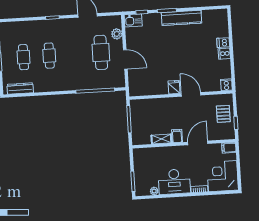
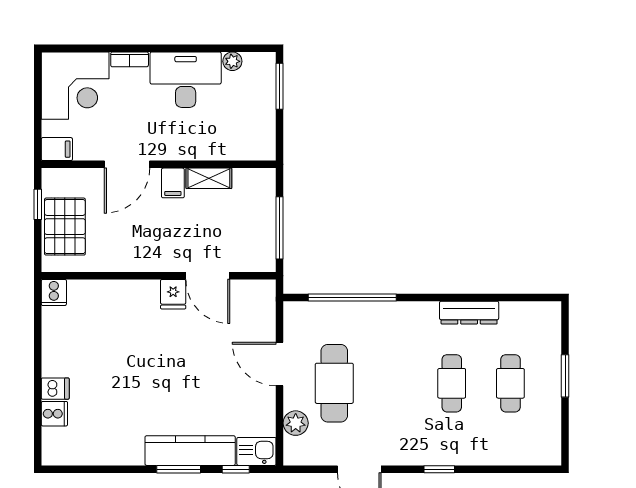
kitchen counter: (181, 18) -> (190, 451), moved
cooker: (224, 54) -> (54, 414), moved
dresser: (20, 89) -> (469, 313), moved
door: (191, 94) -> (208, 276), moved
pallet: (223, 114) -> (65, 227), width x1.50, depth x1.42

